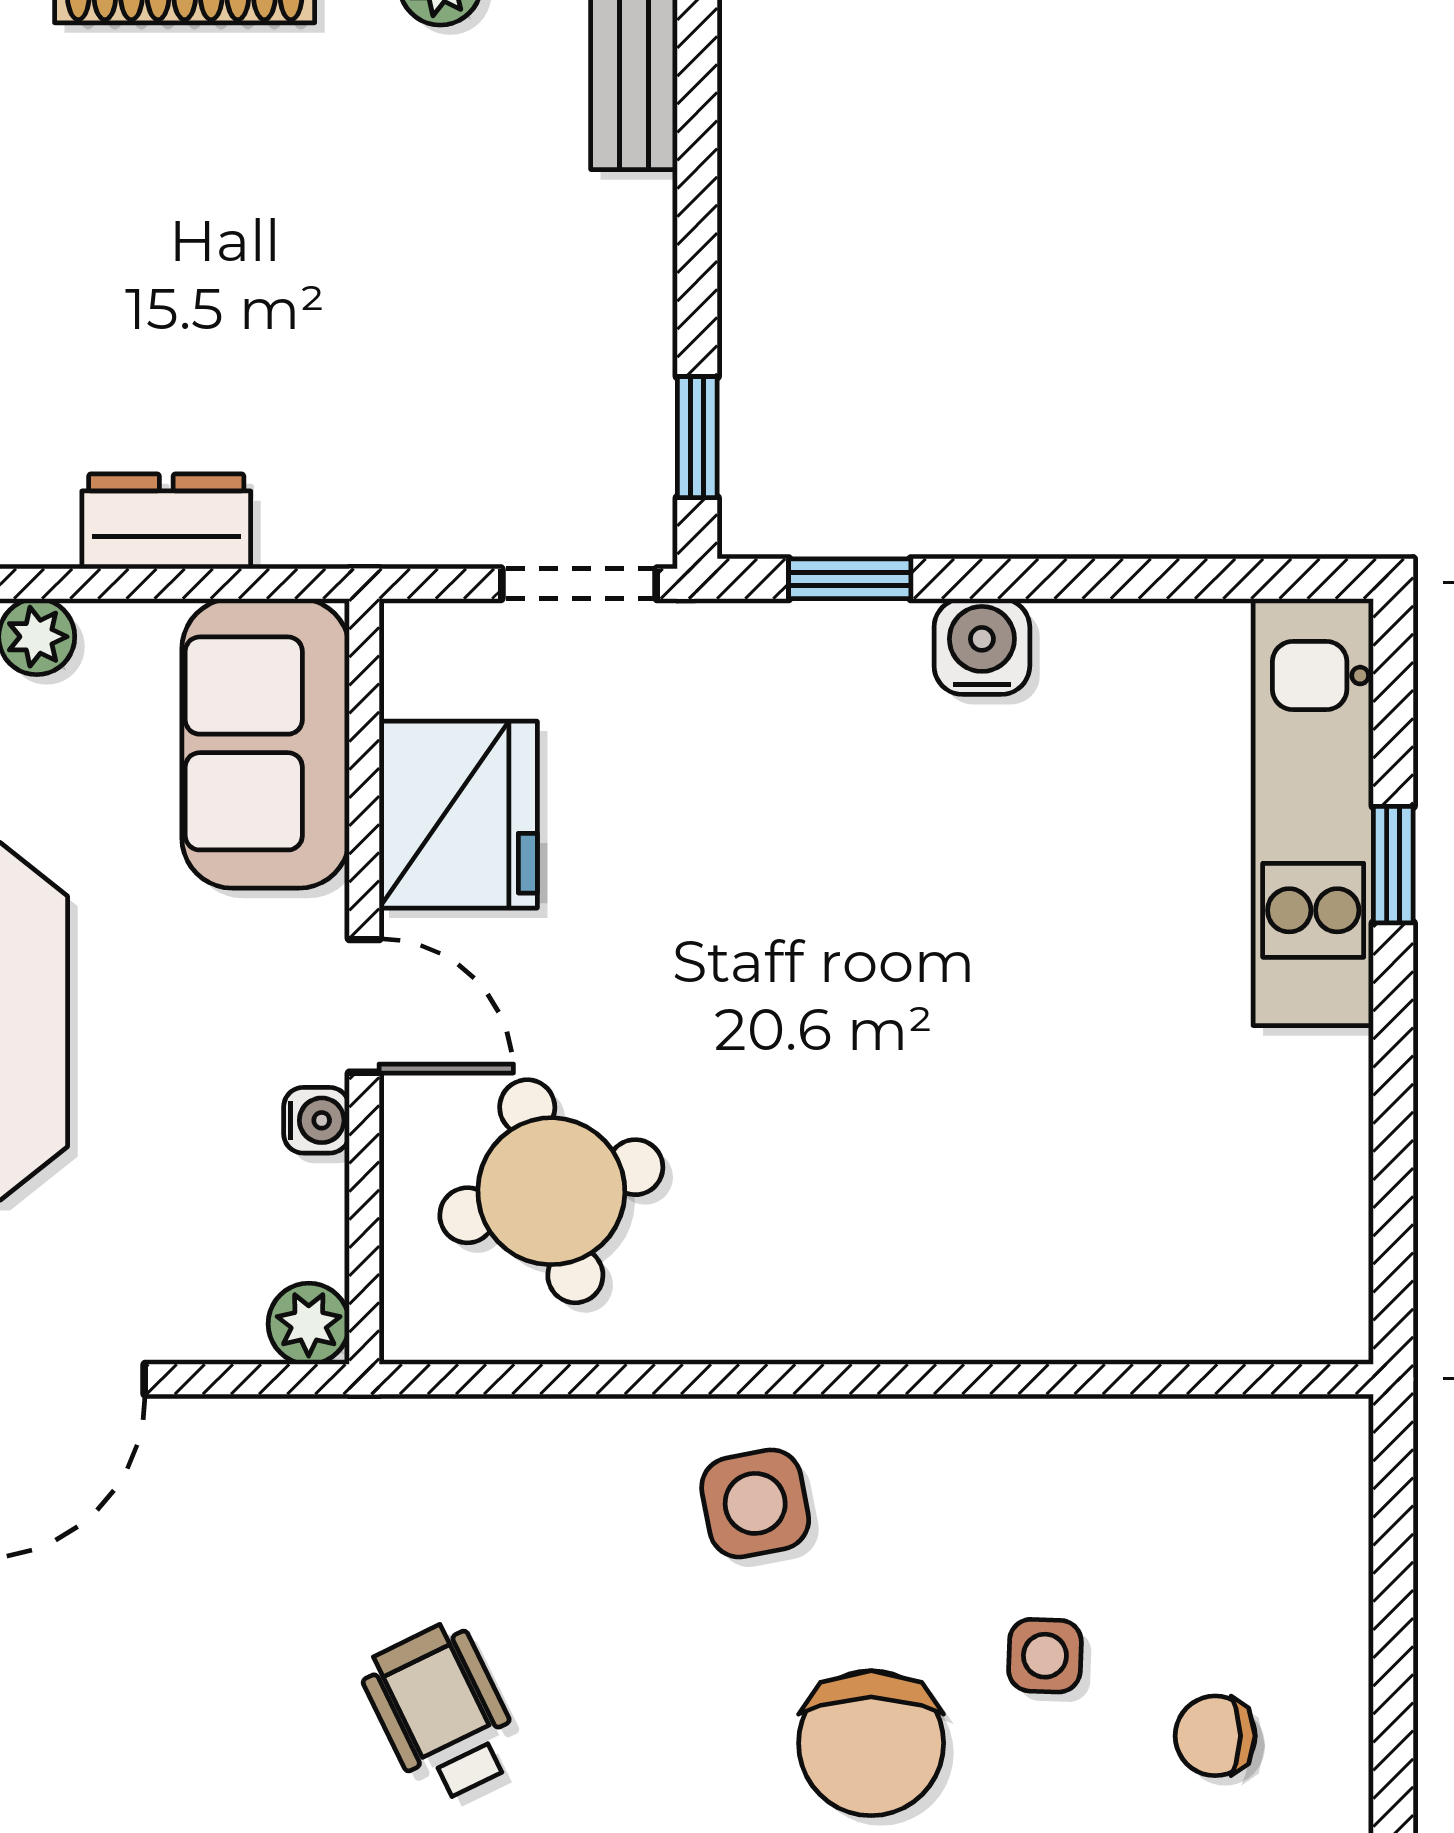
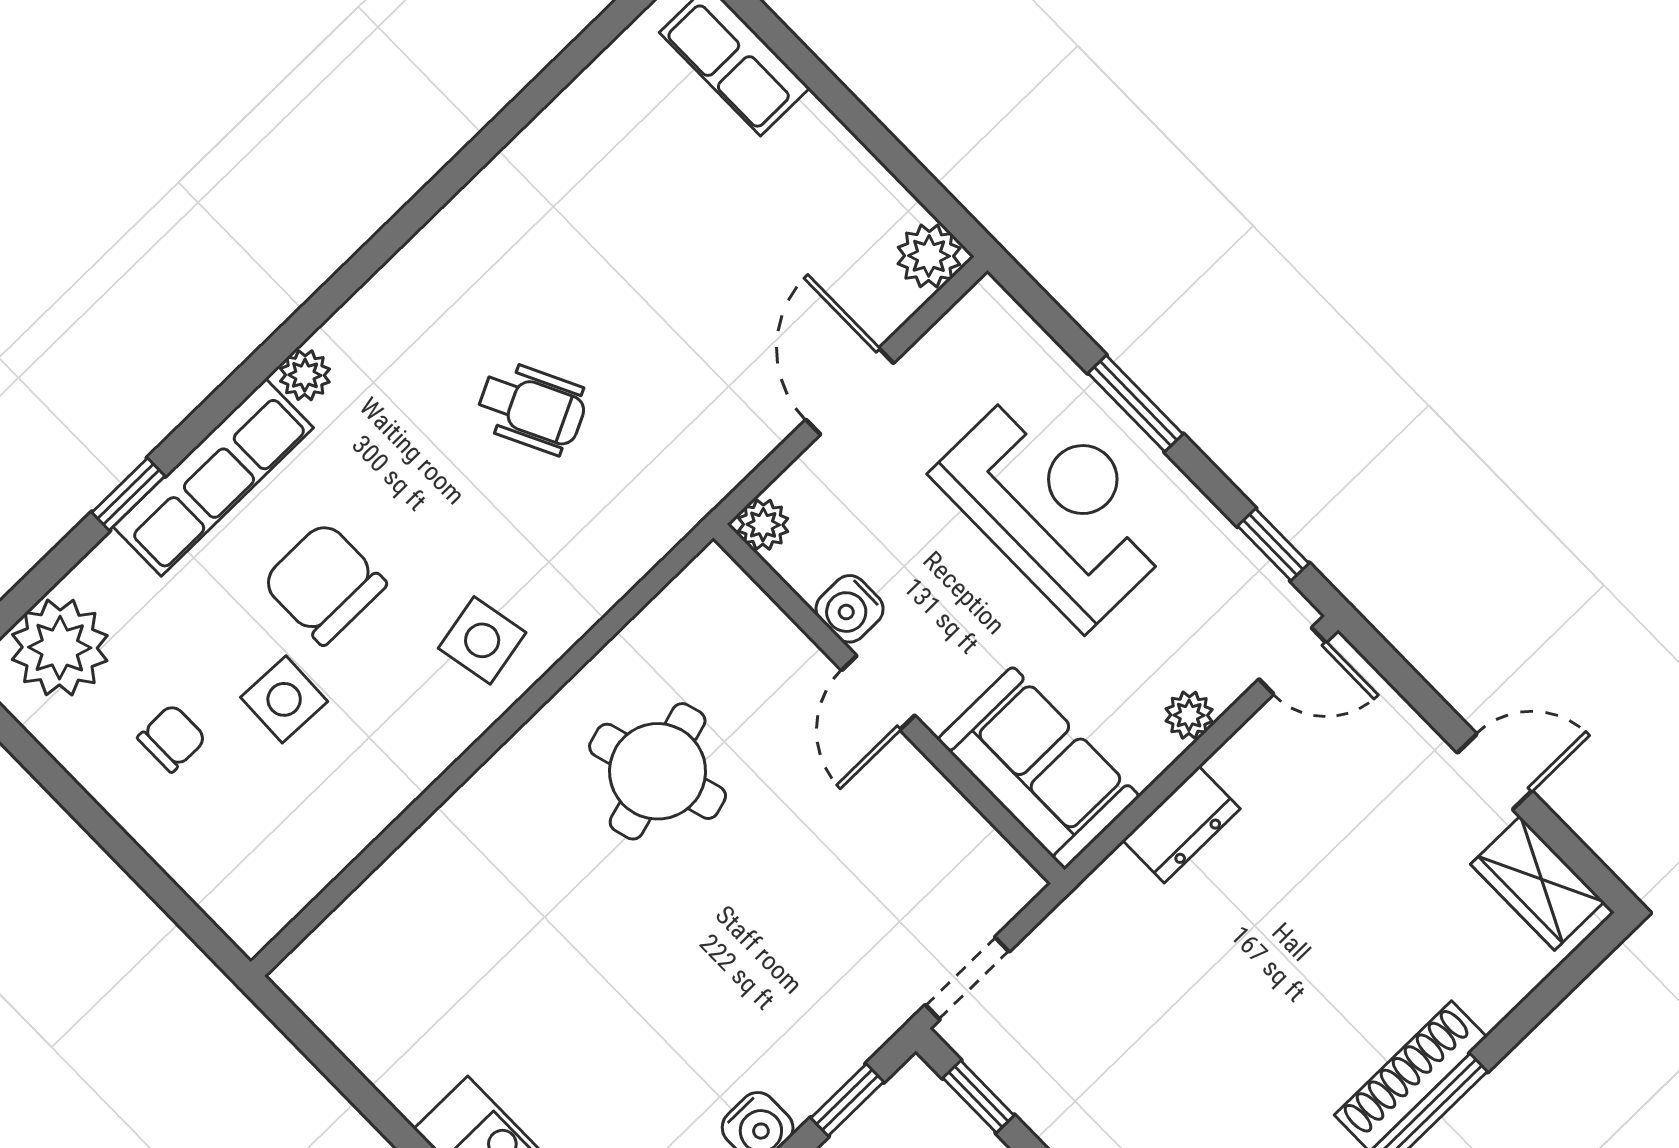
fridge: (458, 815) -> (920, 821), removed
door: (364, 1006) -> (878, 693), hinge flipped
water cooler: (316, 1120) -> (850, 609), width x1.38, depth x1.38
round table: (551, 1191) -> (658, 771), moved
side table: (1045, 1656) -> (284, 699), width x1.37, depth x1.37

